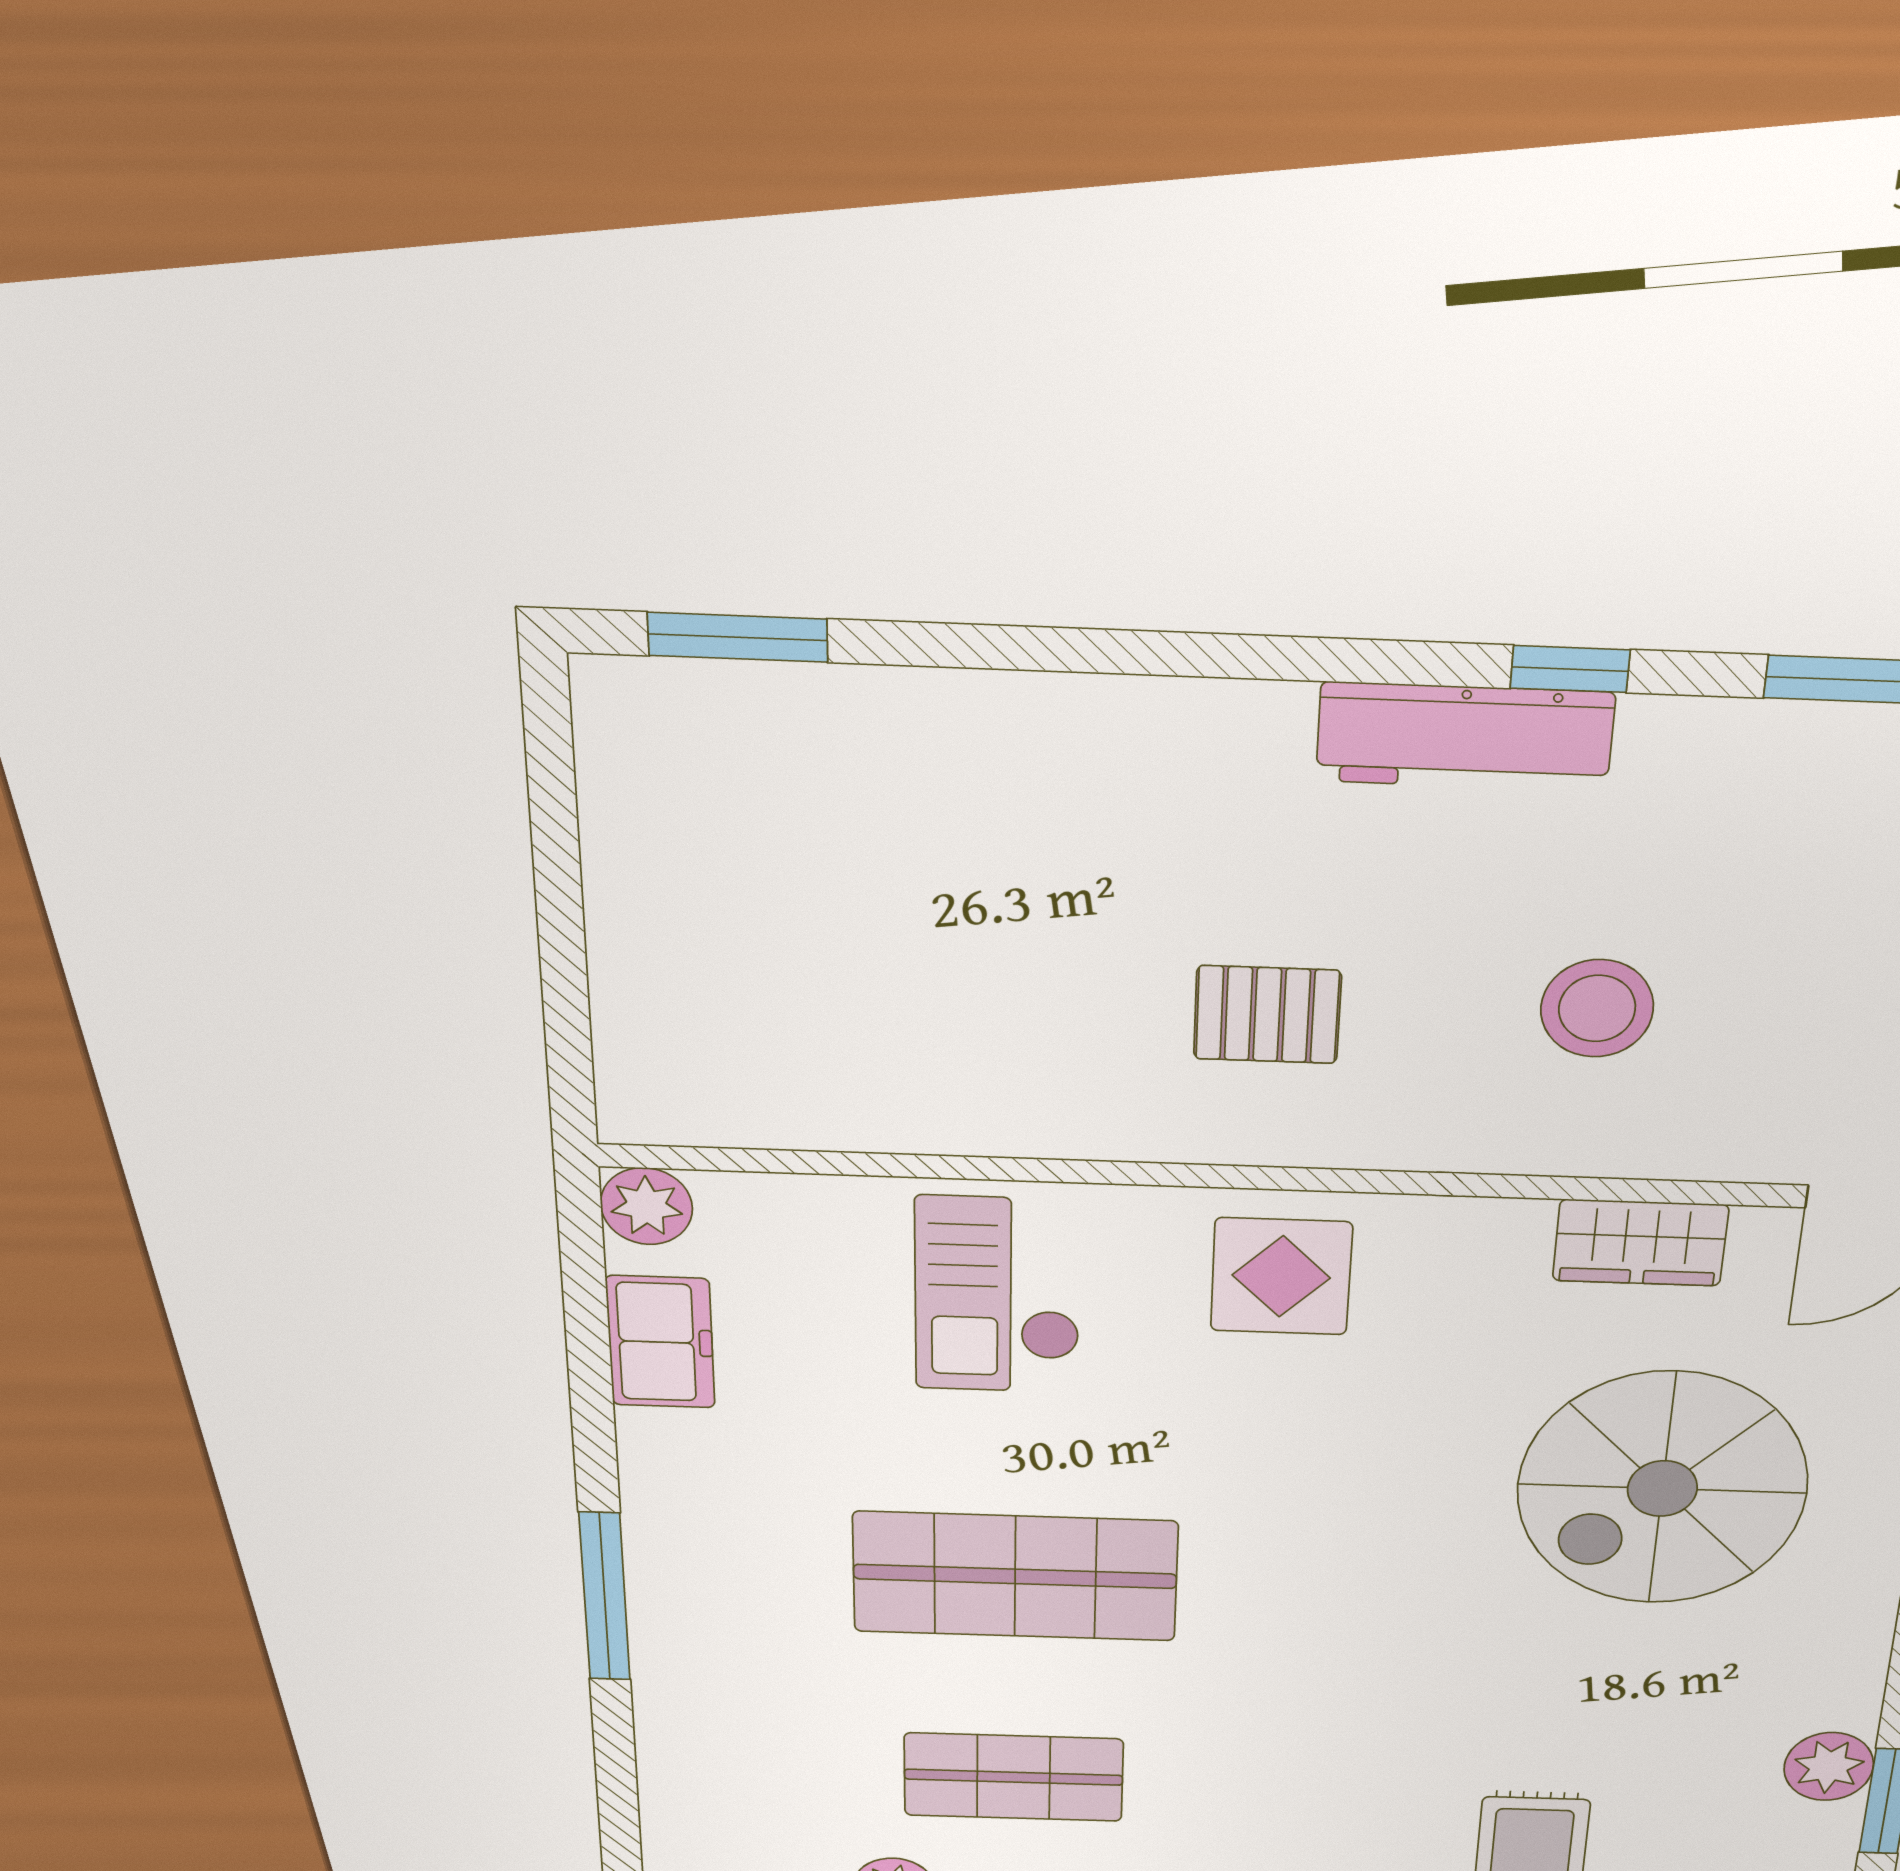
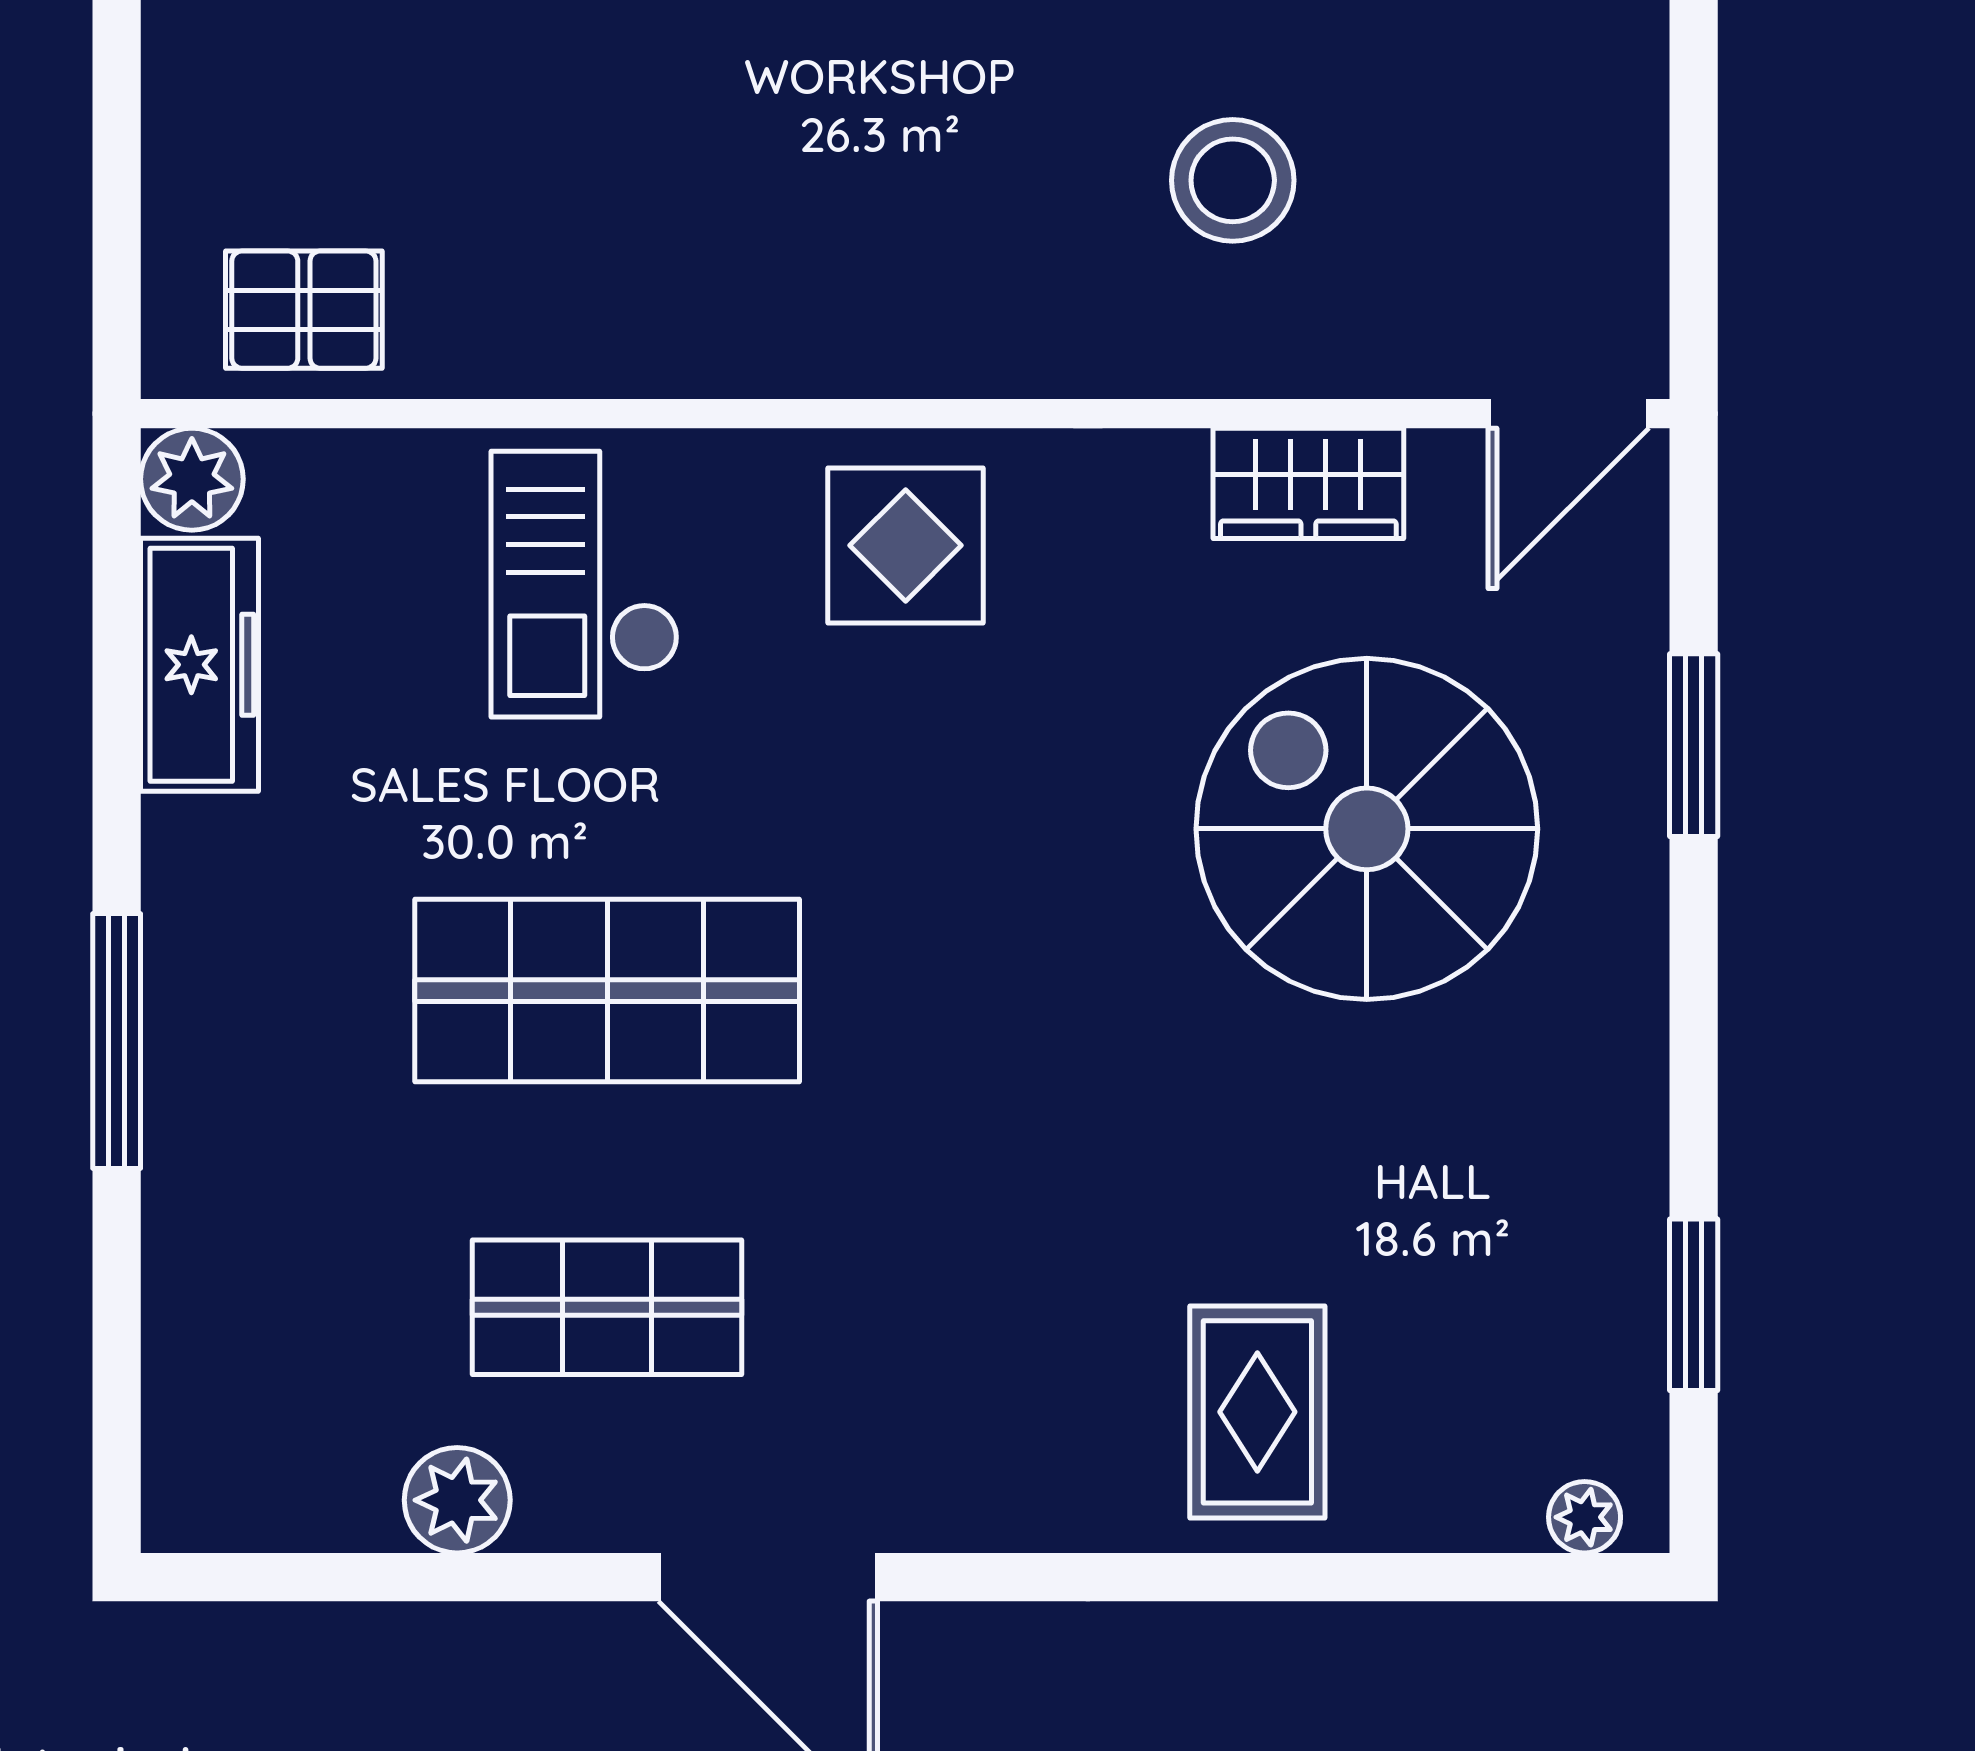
pallet: (1267, 1015) -> (304, 310), moved
freezer: (660, 1342) -> (200, 665), width x1.40
spiral stairs: (1662, 1489) -> (1367, 829), turned 90
plant: (1829, 1767) -> (1614, 1251), removed

